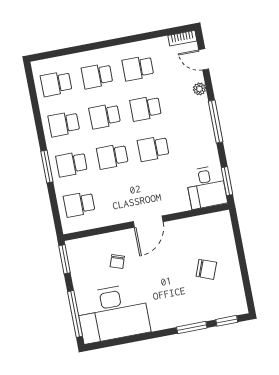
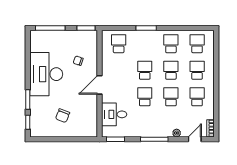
school desk: (72, 164) -> (145, 44), removed
desk: (206, 187) -> (114, 114), moved
door: (148, 222) -> (100, 85), hinge flipped
desk: (113, 313) -> (46, 74), moved

